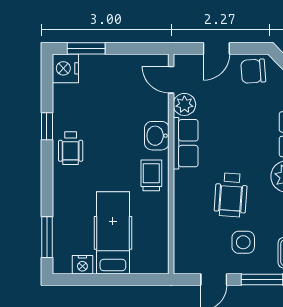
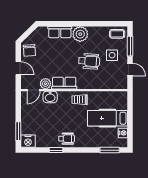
washbasin: (157, 136) -> (50, 97), moved

